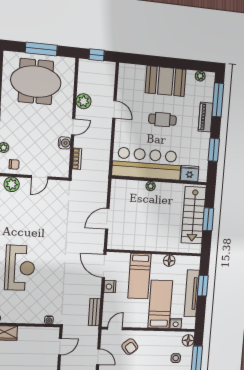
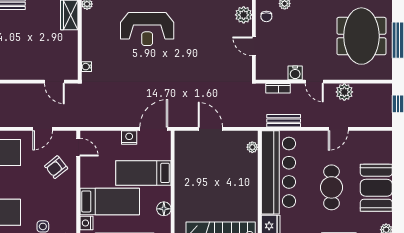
cafe table: (162, 120) -> (332, 187), width x1.37, depth x1.35
plant: (151, 186) -> (252, 147), moved
bench: (94, 312) -> (284, 121), moved

